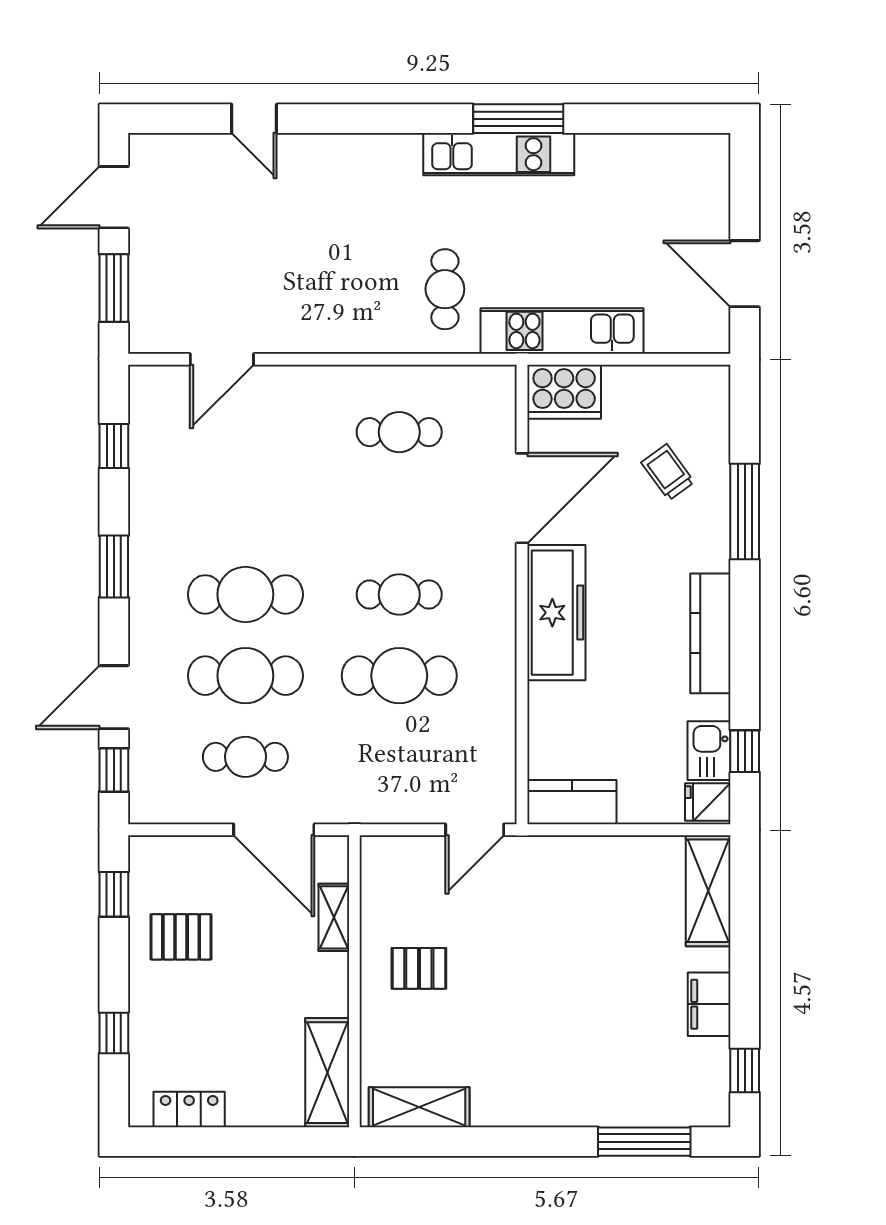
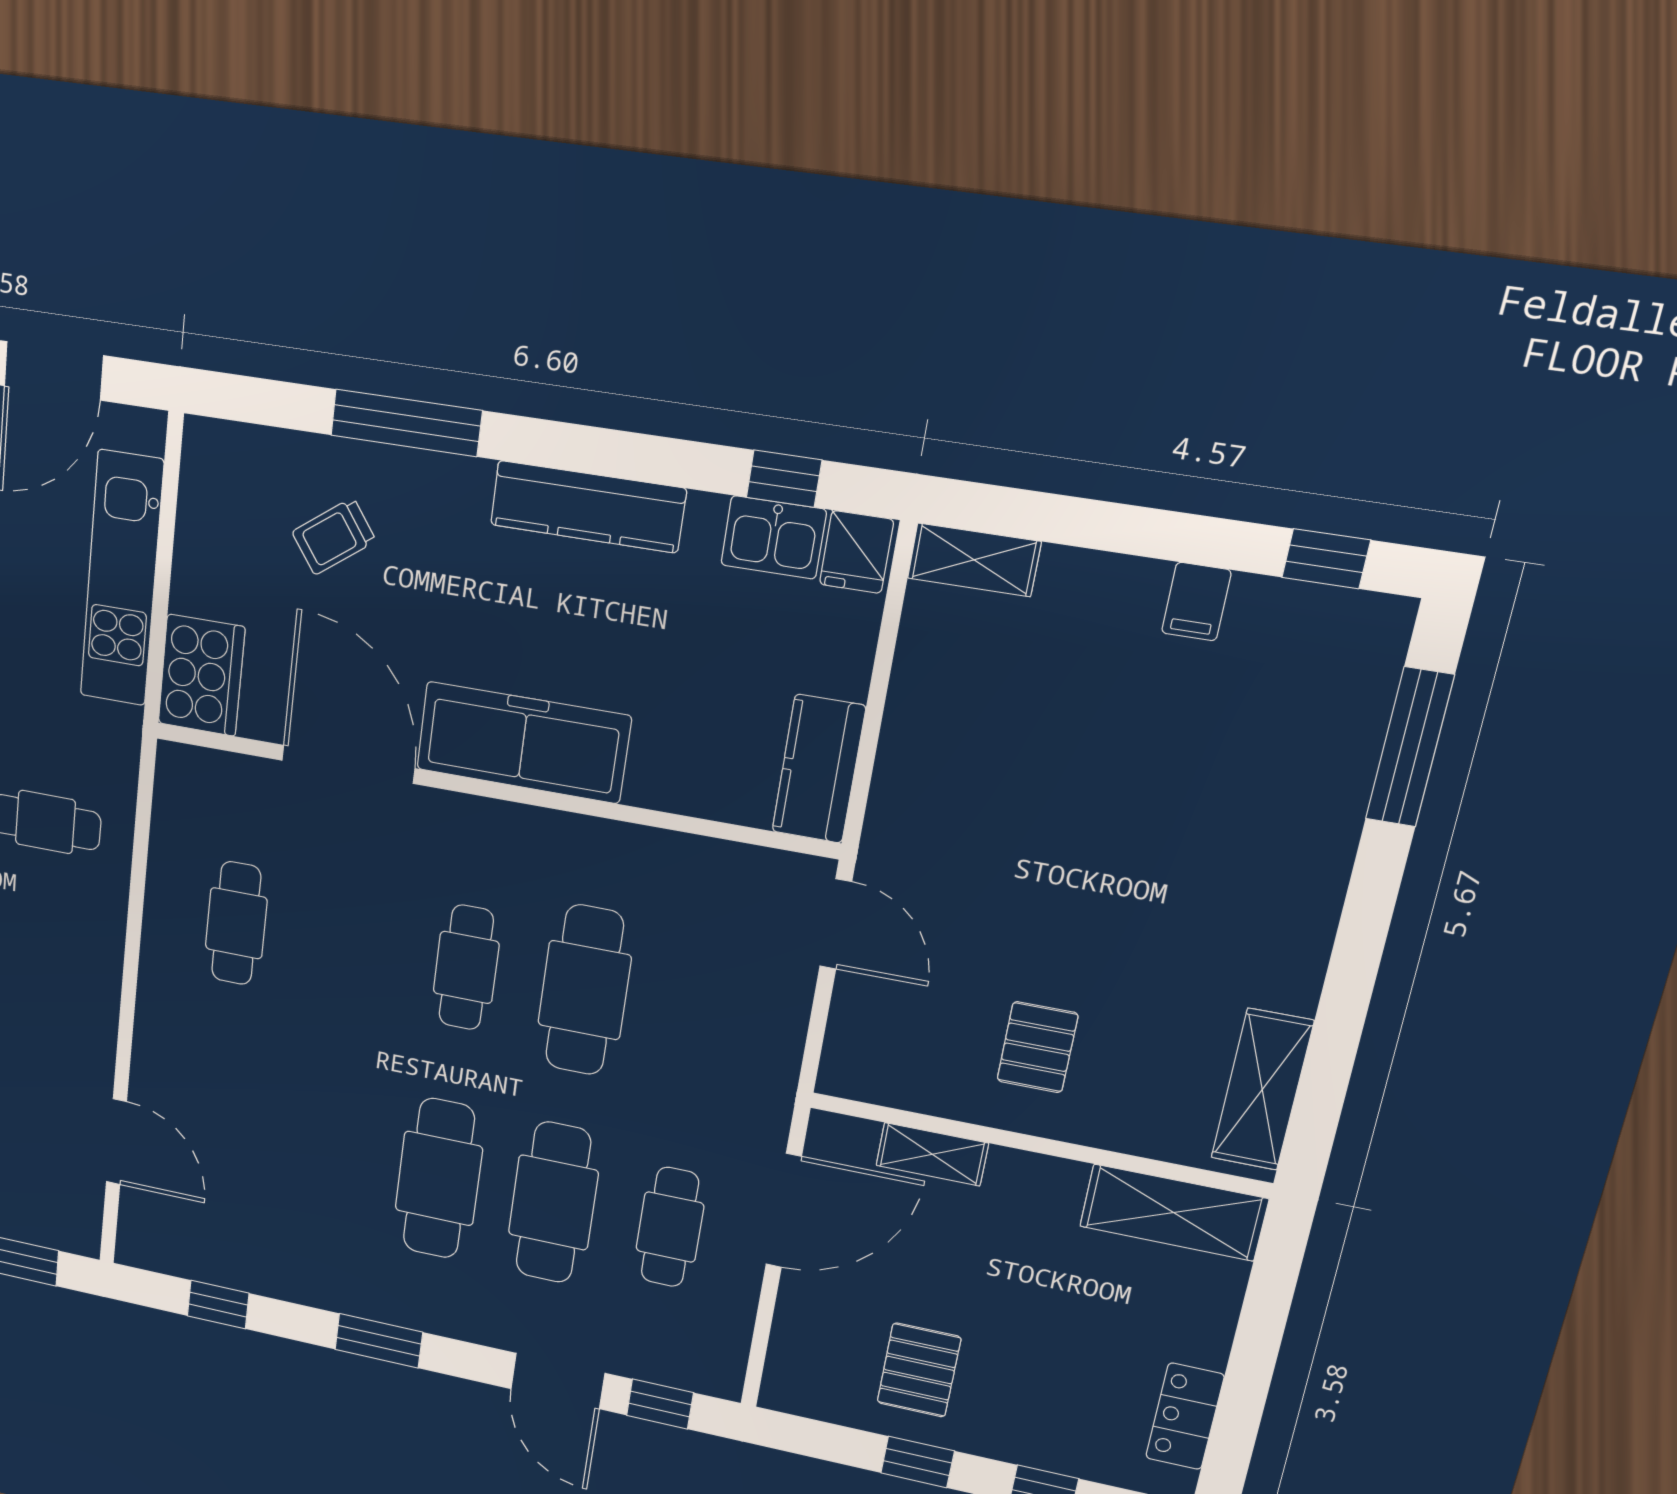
kitchen unit: (562, 331) -> (122, 579), moved
shelving: (708, 891) -> (974, 560), width x0.67, depth x0.75
window: (114, 894) -> (918, 1462), moved
filing cabinet: (709, 1004) -> (1196, 602), width x0.50

